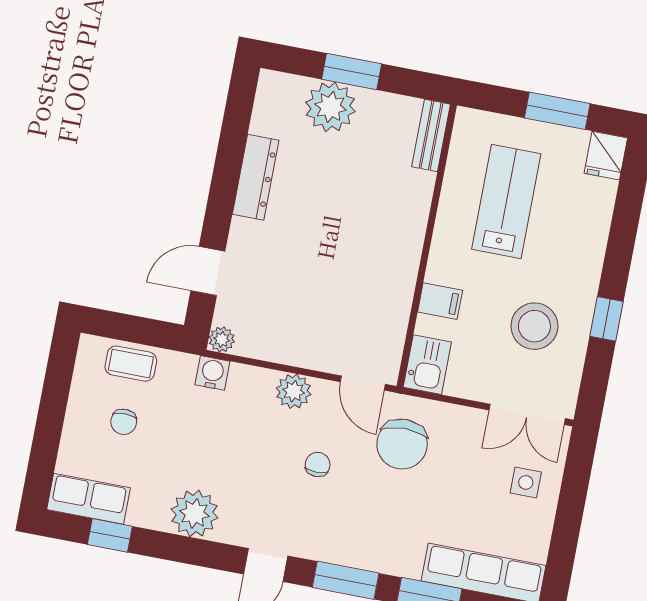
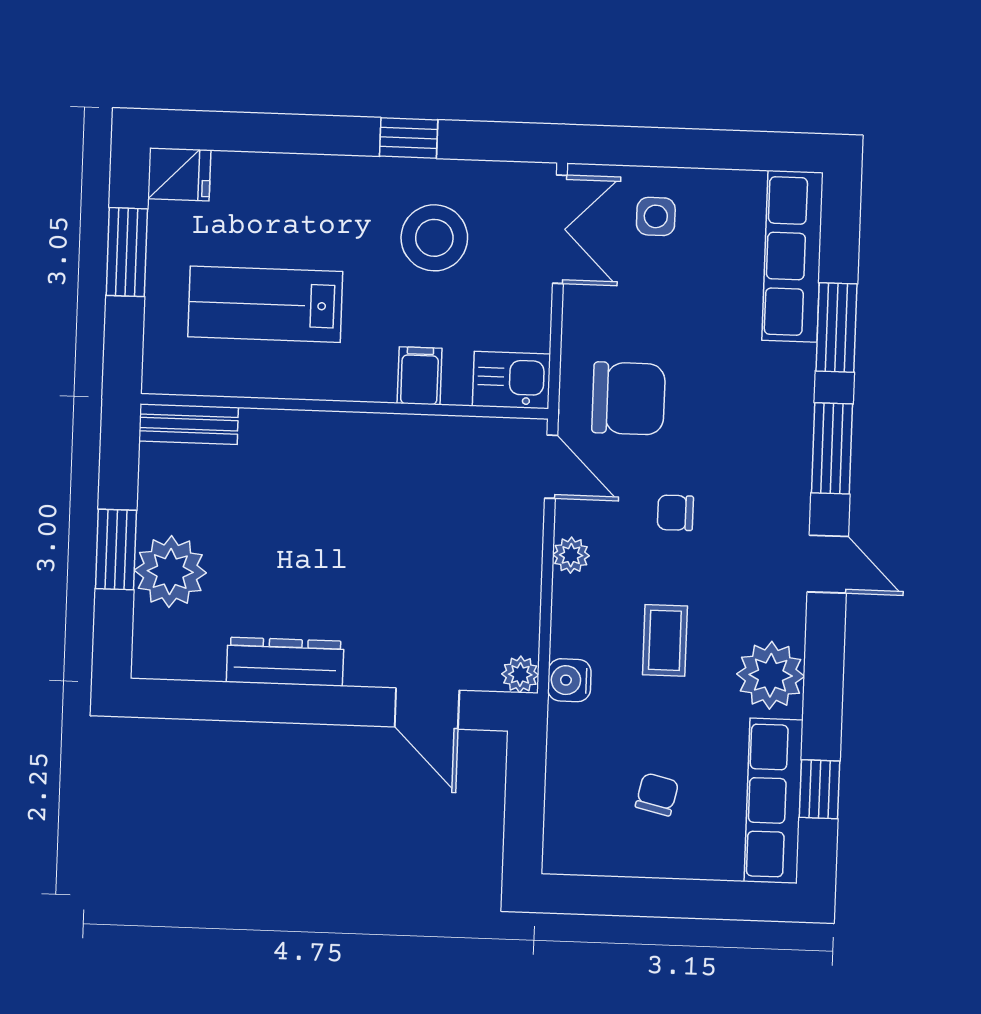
coffee table: (131, 364) -> (665, 640), moved
door: (363, 383) -> (551, 467), hinge flipped
plant: (294, 391) -> (571, 555), width x0.73, depth x0.73
chair: (124, 422) -> (657, 794), turned -77
row of seats: (89, 499) -> (774, 801), width x1.48

